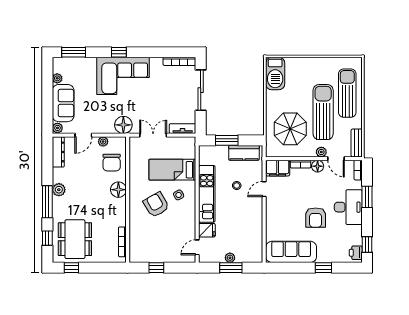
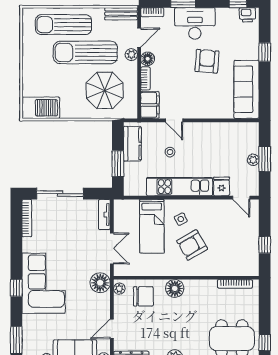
door: (83, 135) -> (112, 329), swing flipped
double door: (153, 135) -> (112, 248), swing flipped
plant: (103, 142) -> (119, 289), moved
armchair: (316, 218) -> (207, 61), turned -85

